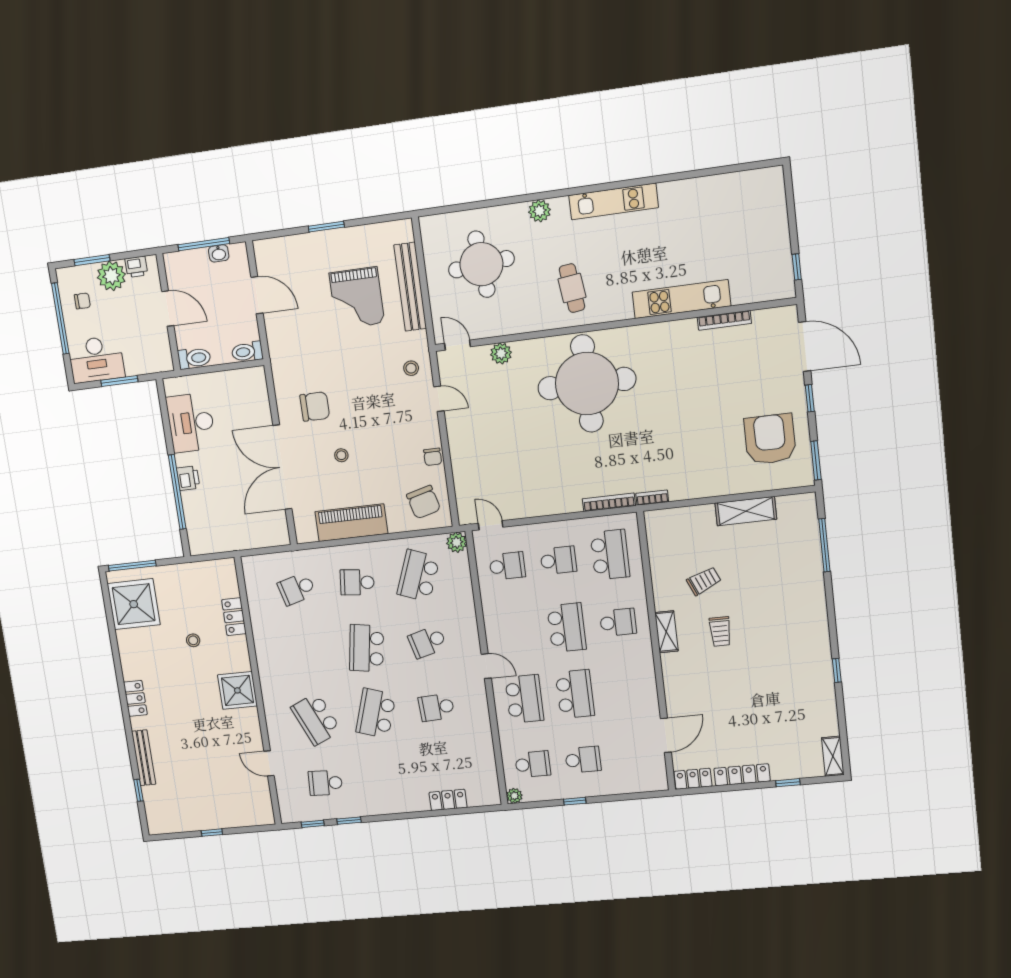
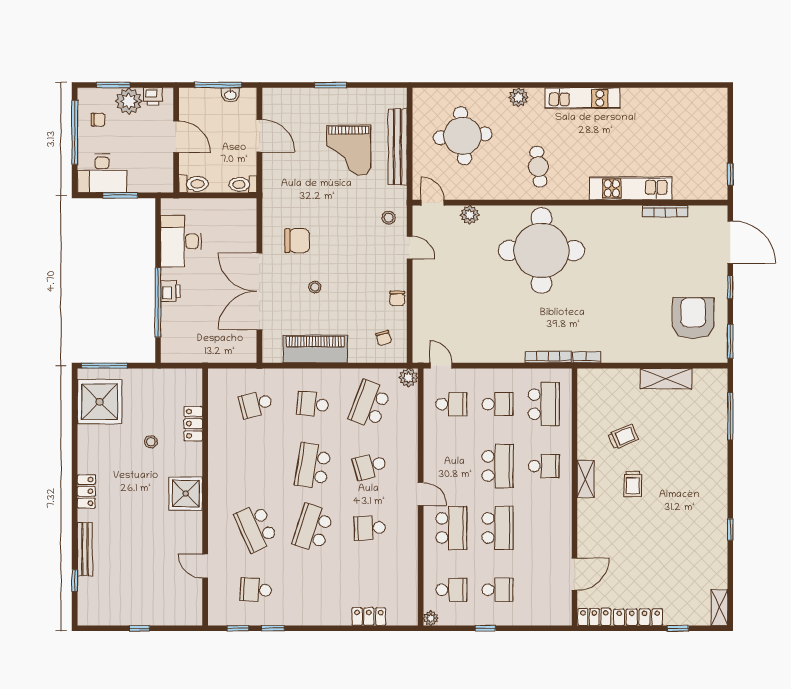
chair: (424, 502) -> (384, 338), width x0.54, depth x0.54

